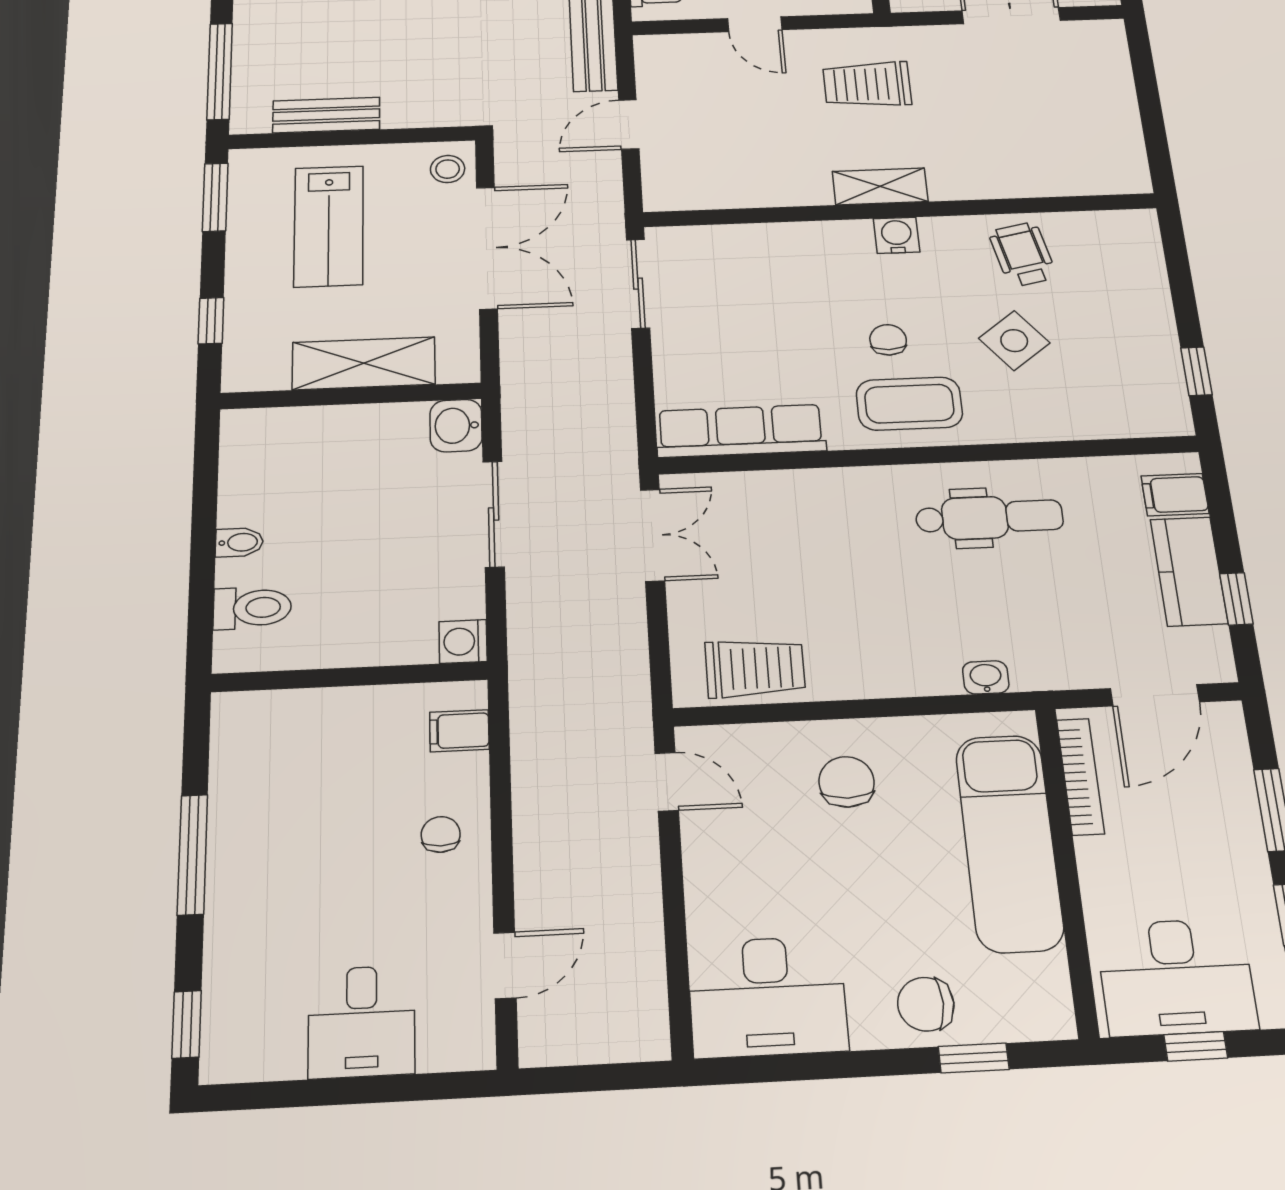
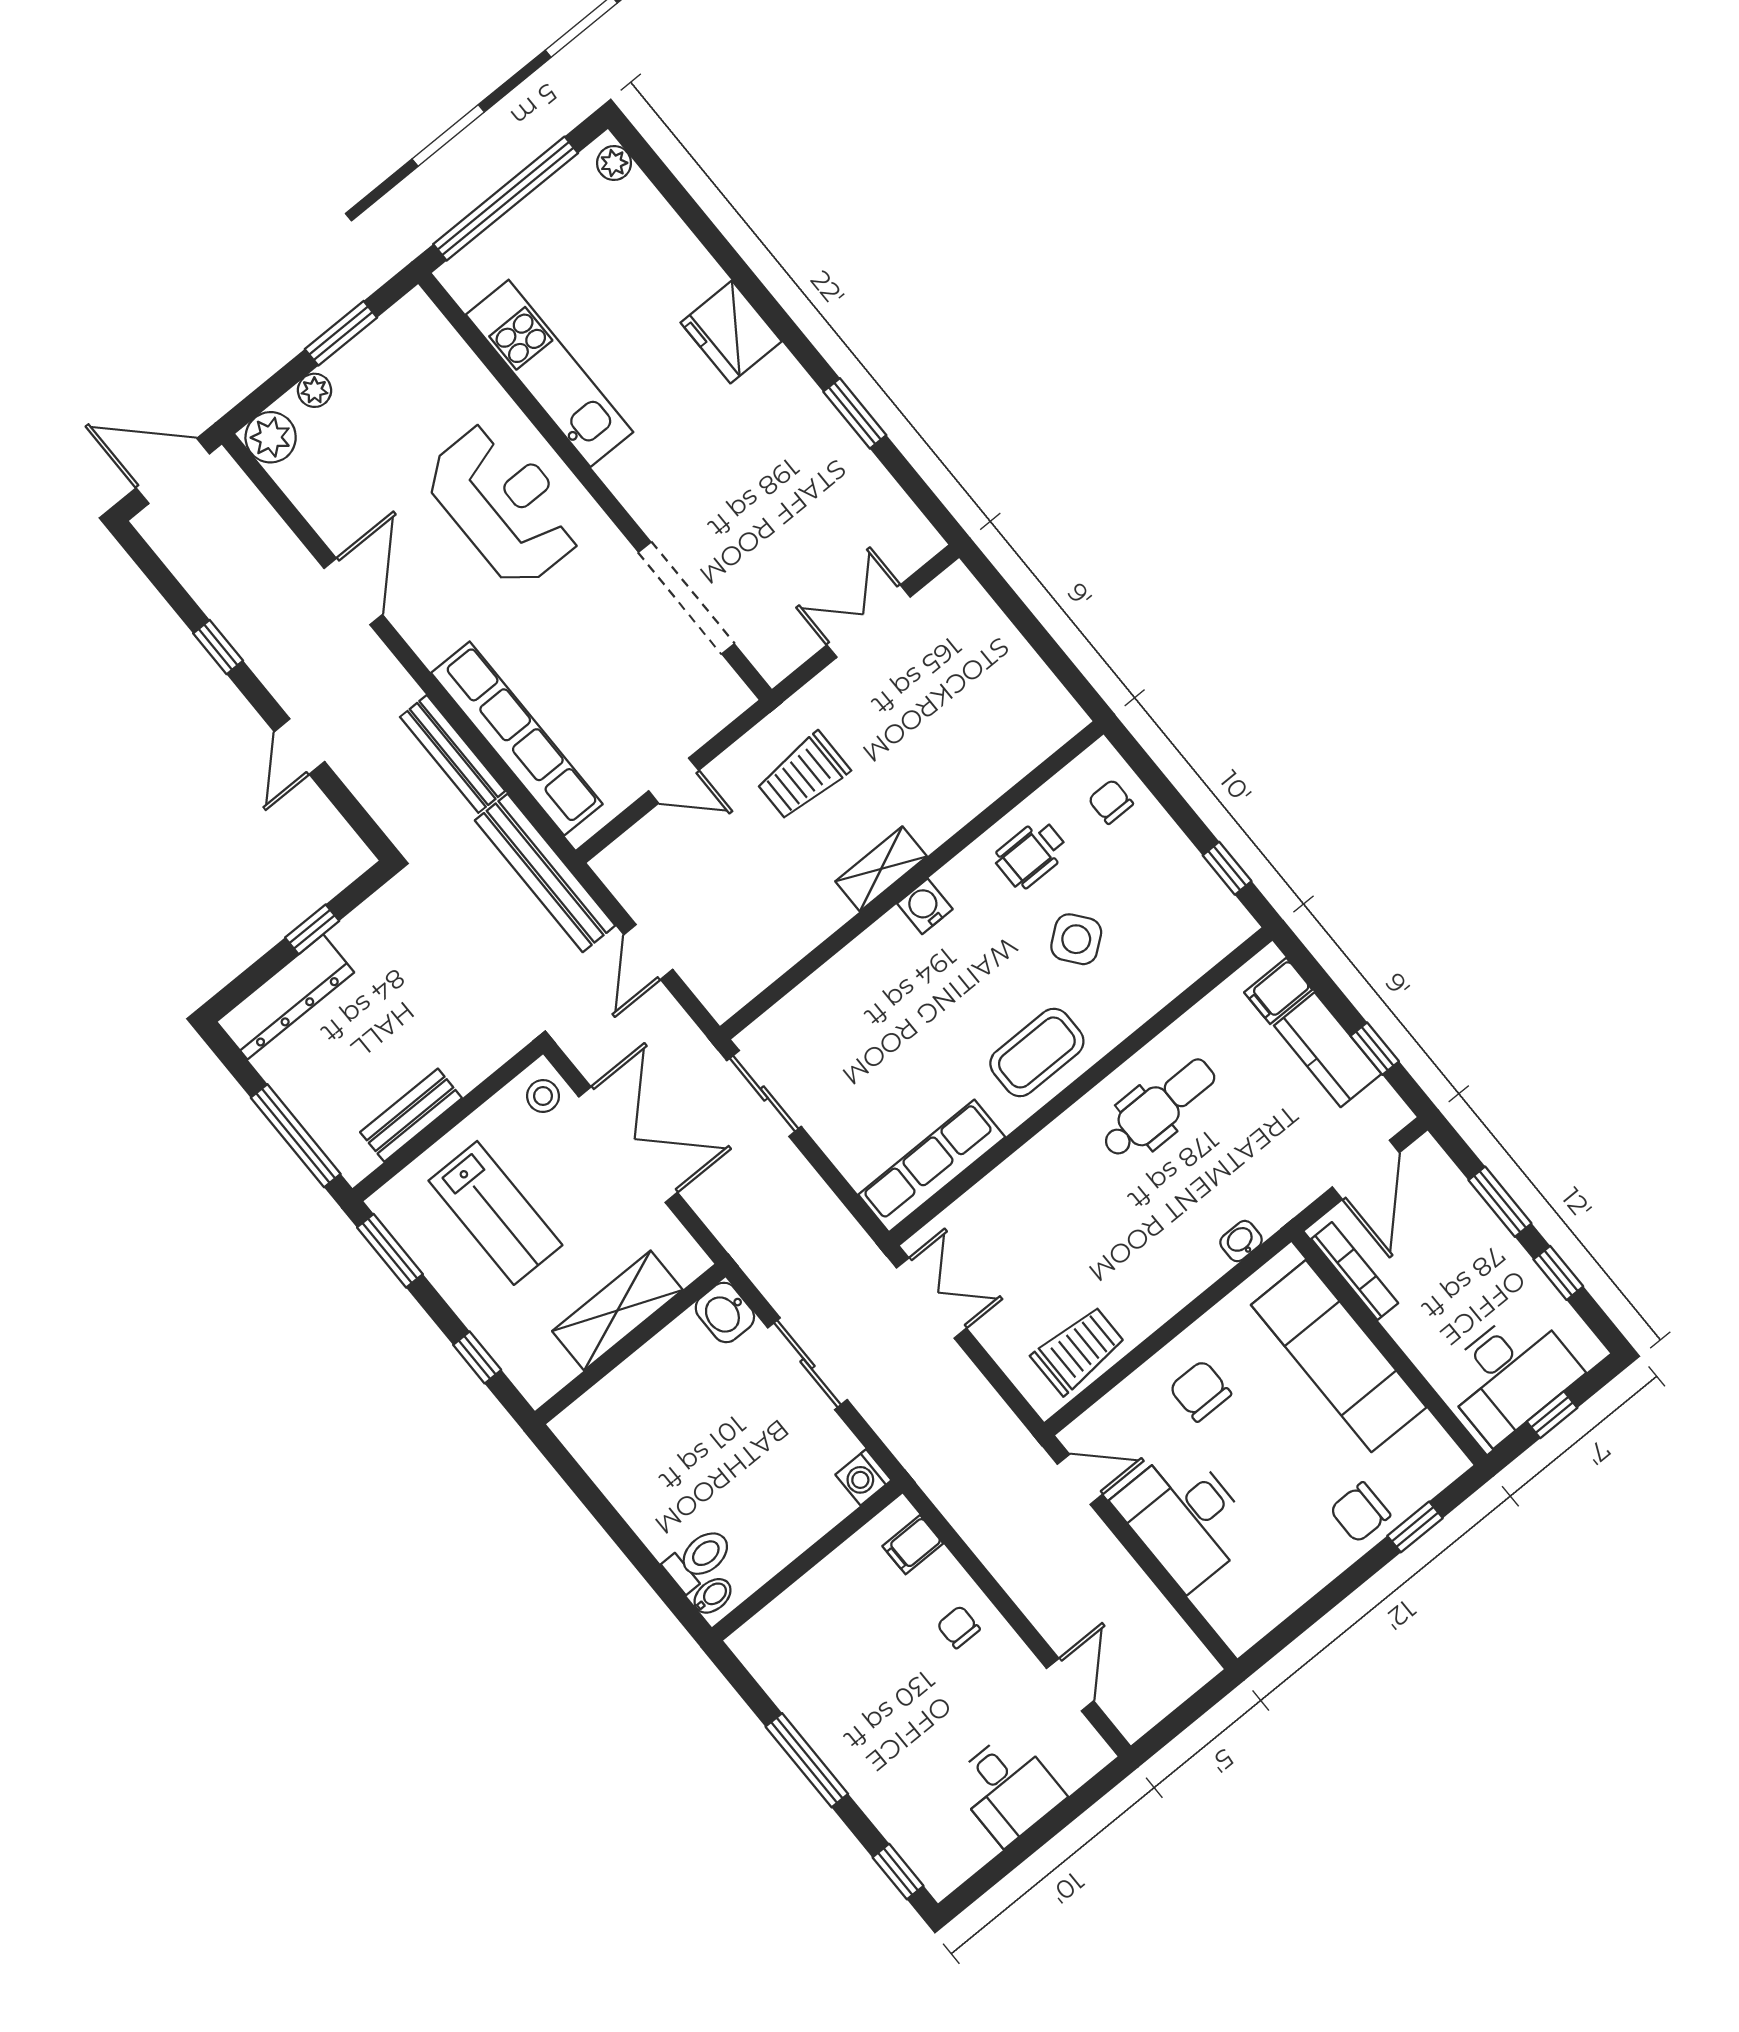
wheelchair: (1023, 254) -> (1031, 854), turned -78
chair: (888, 340) -> (1111, 802), moved
bidet: (239, 542) -> (712, 1596), moved
desk: (767, 997) -> (1185, 1518), moved, turned 90

